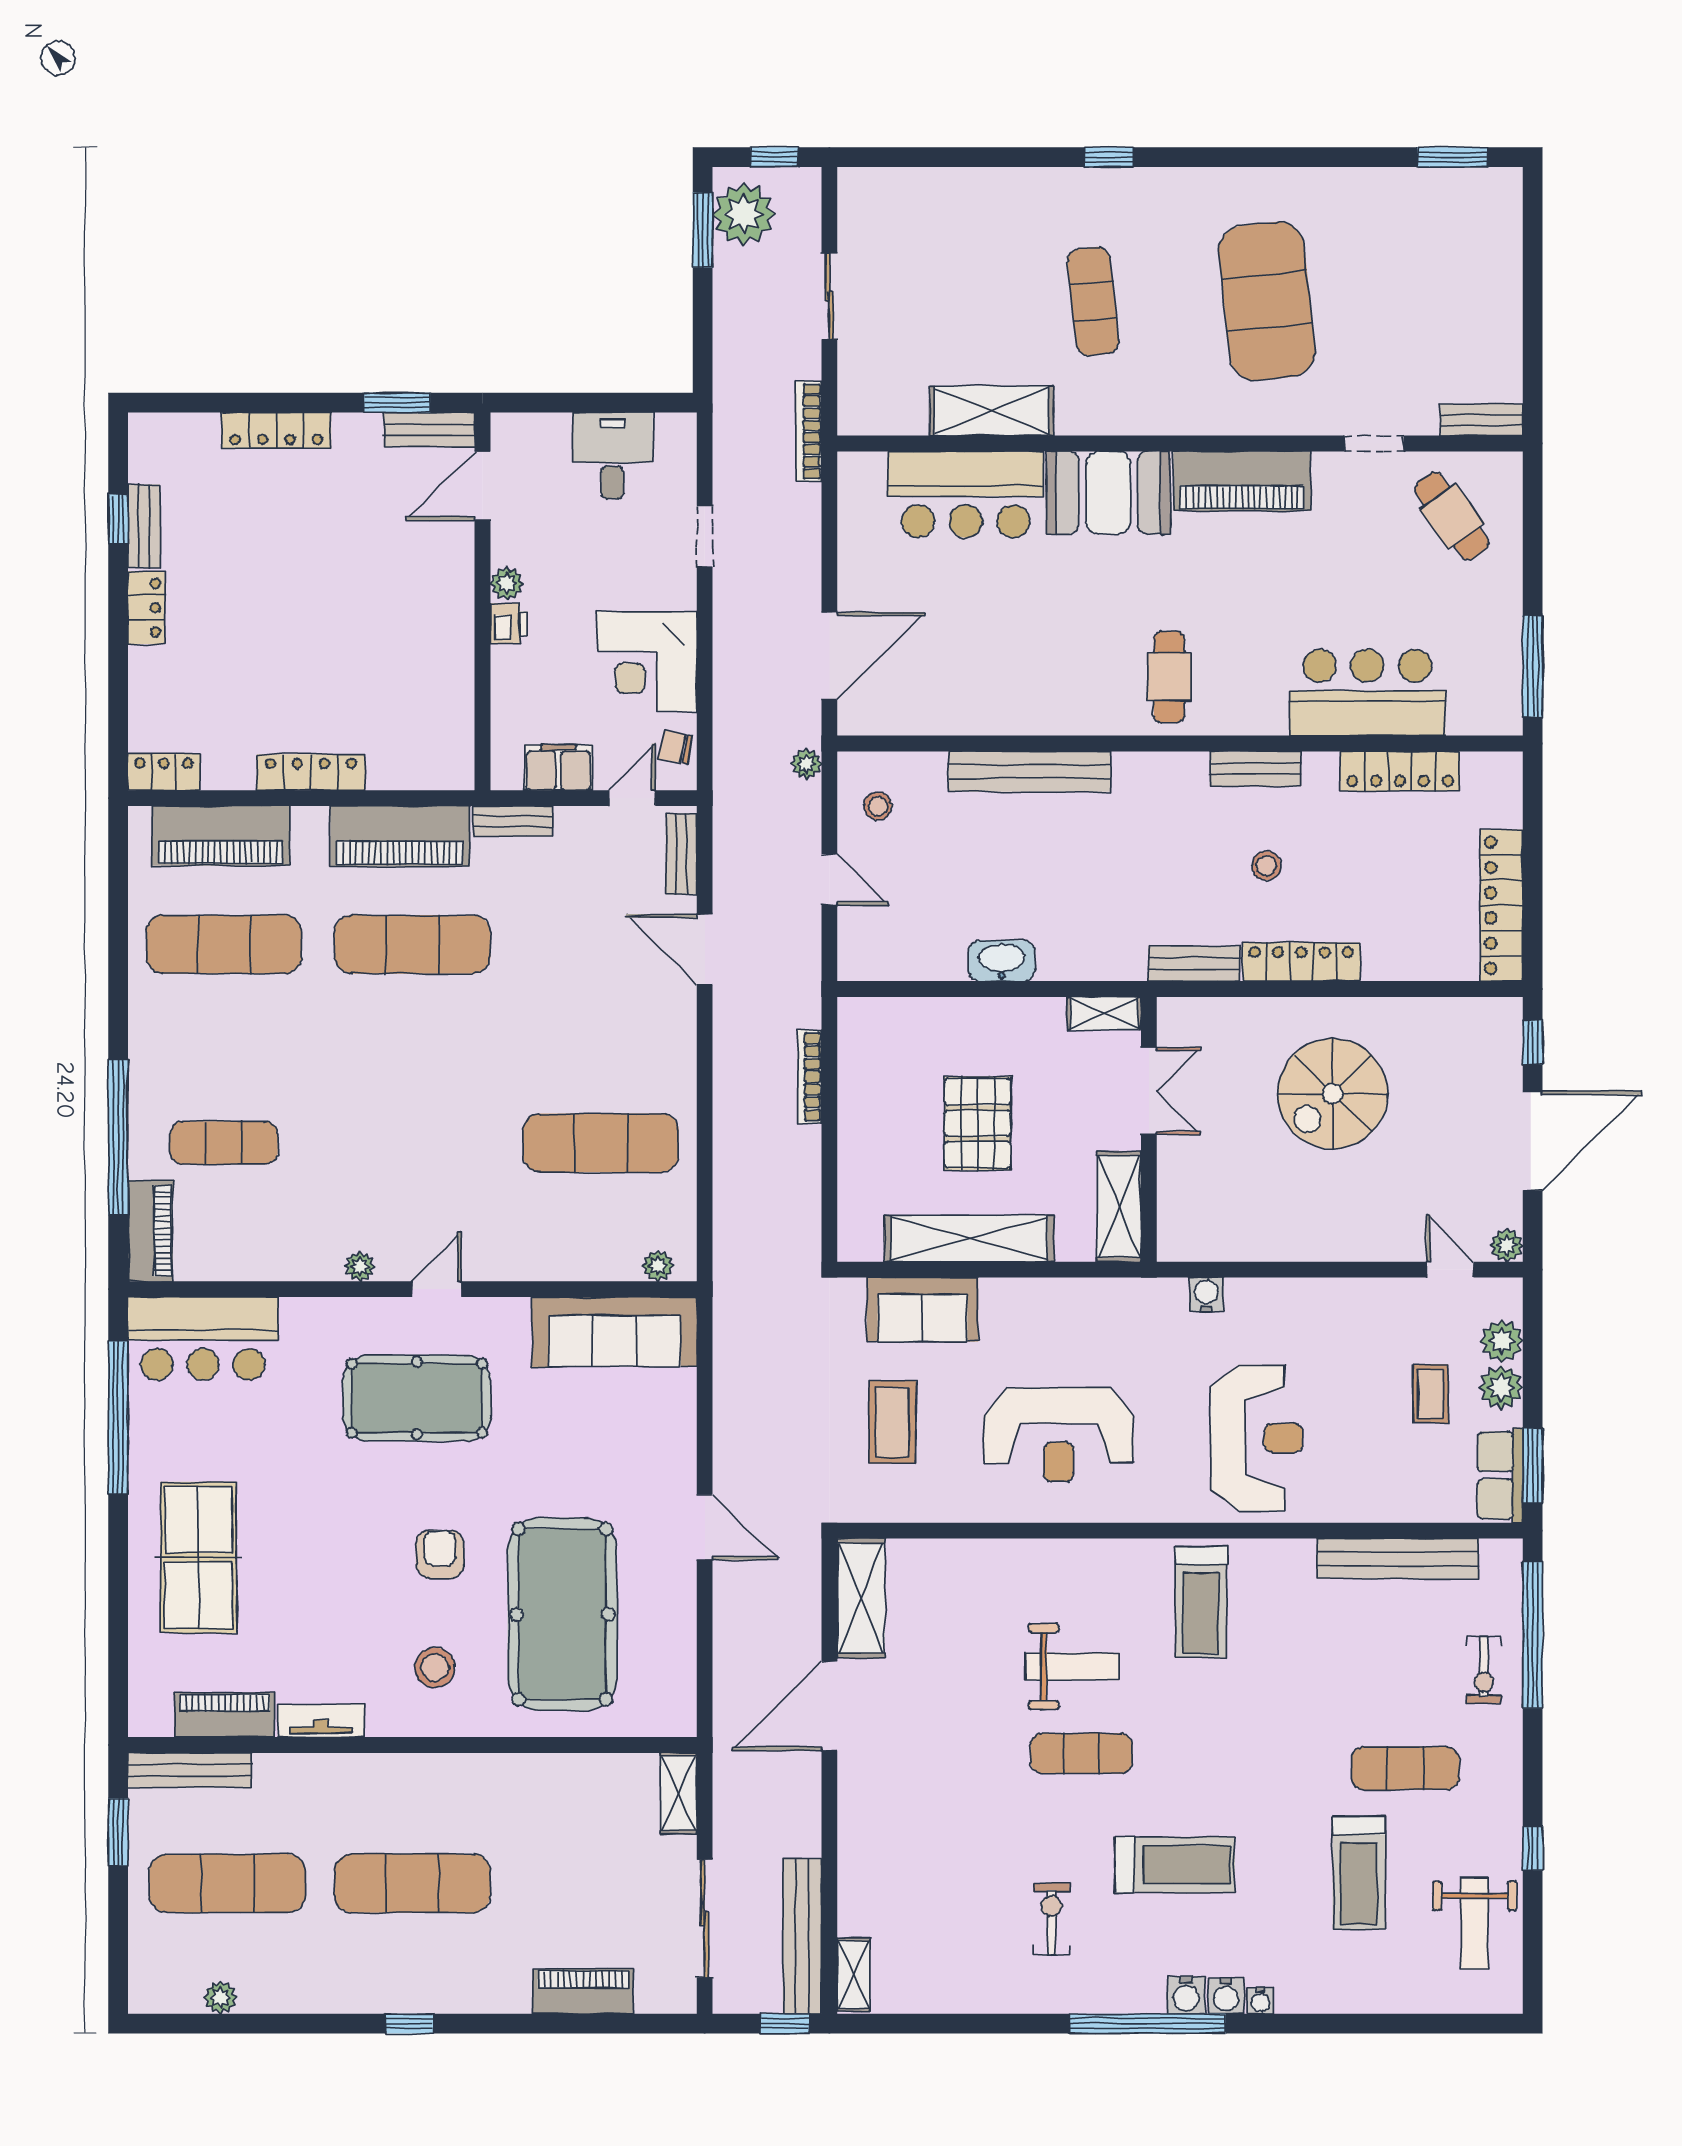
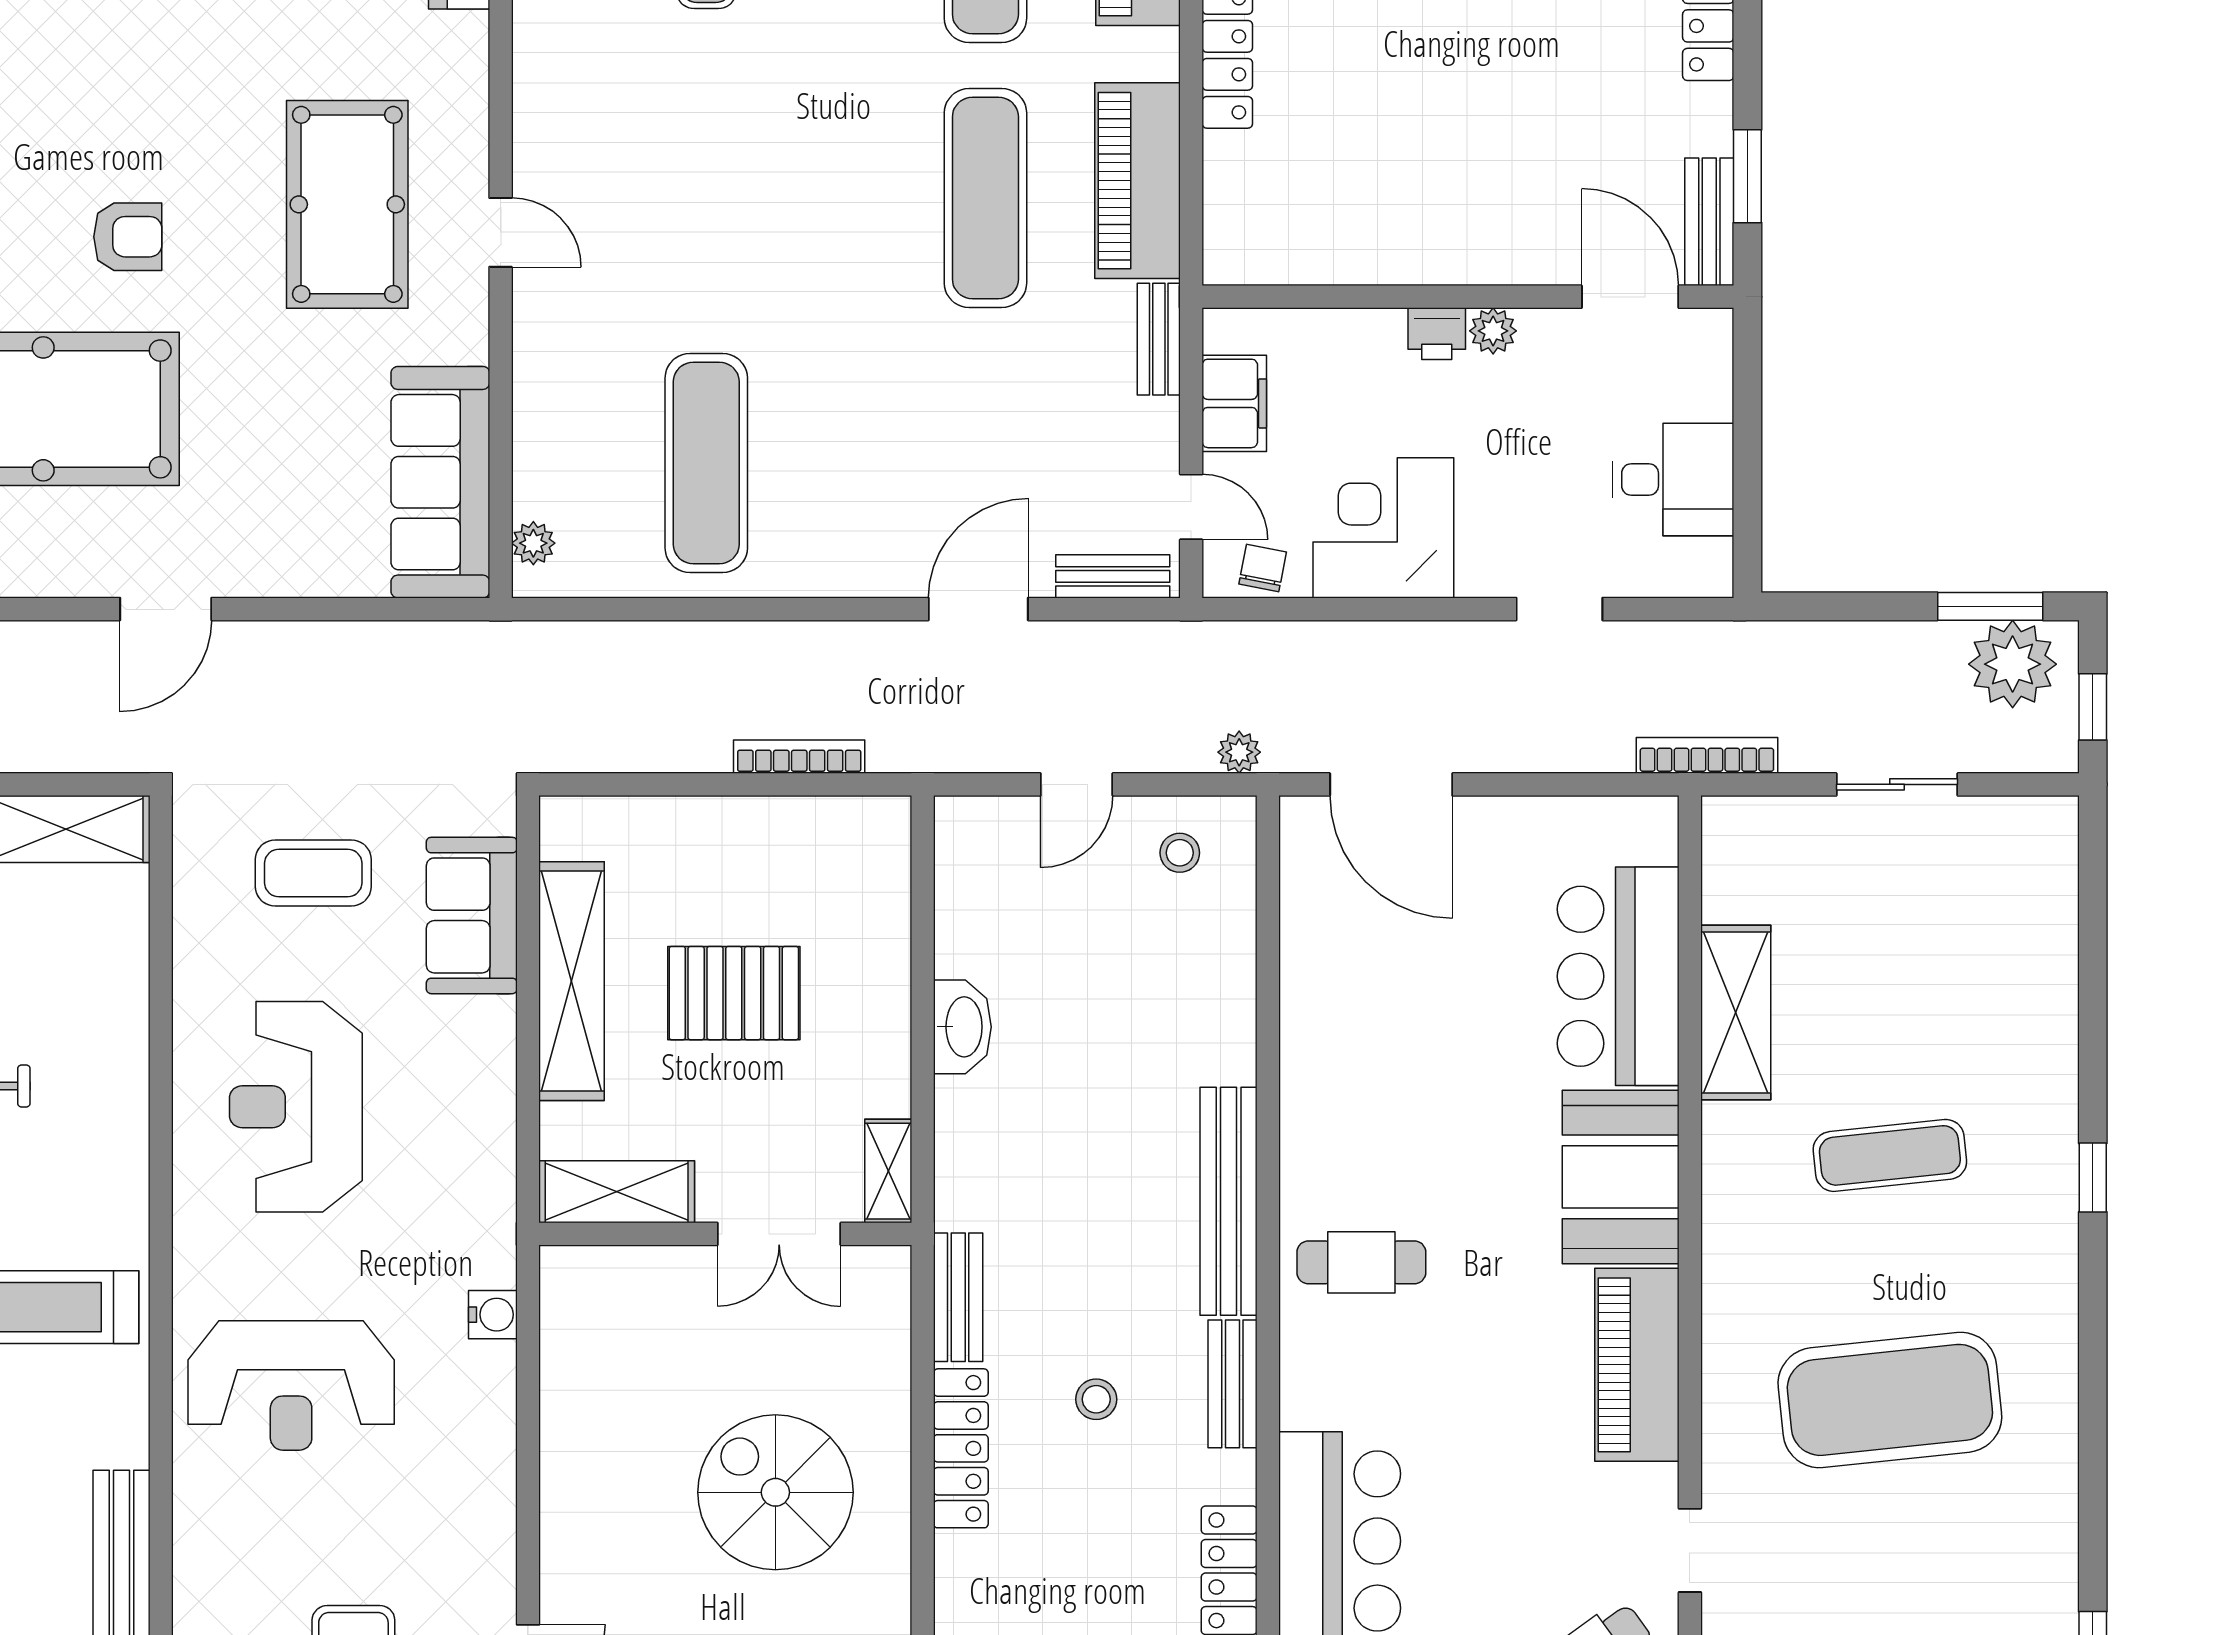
bench: (1030, 771) -> (1229, 1201), moved
plant: (360, 1267) -> (532, 124), removed

